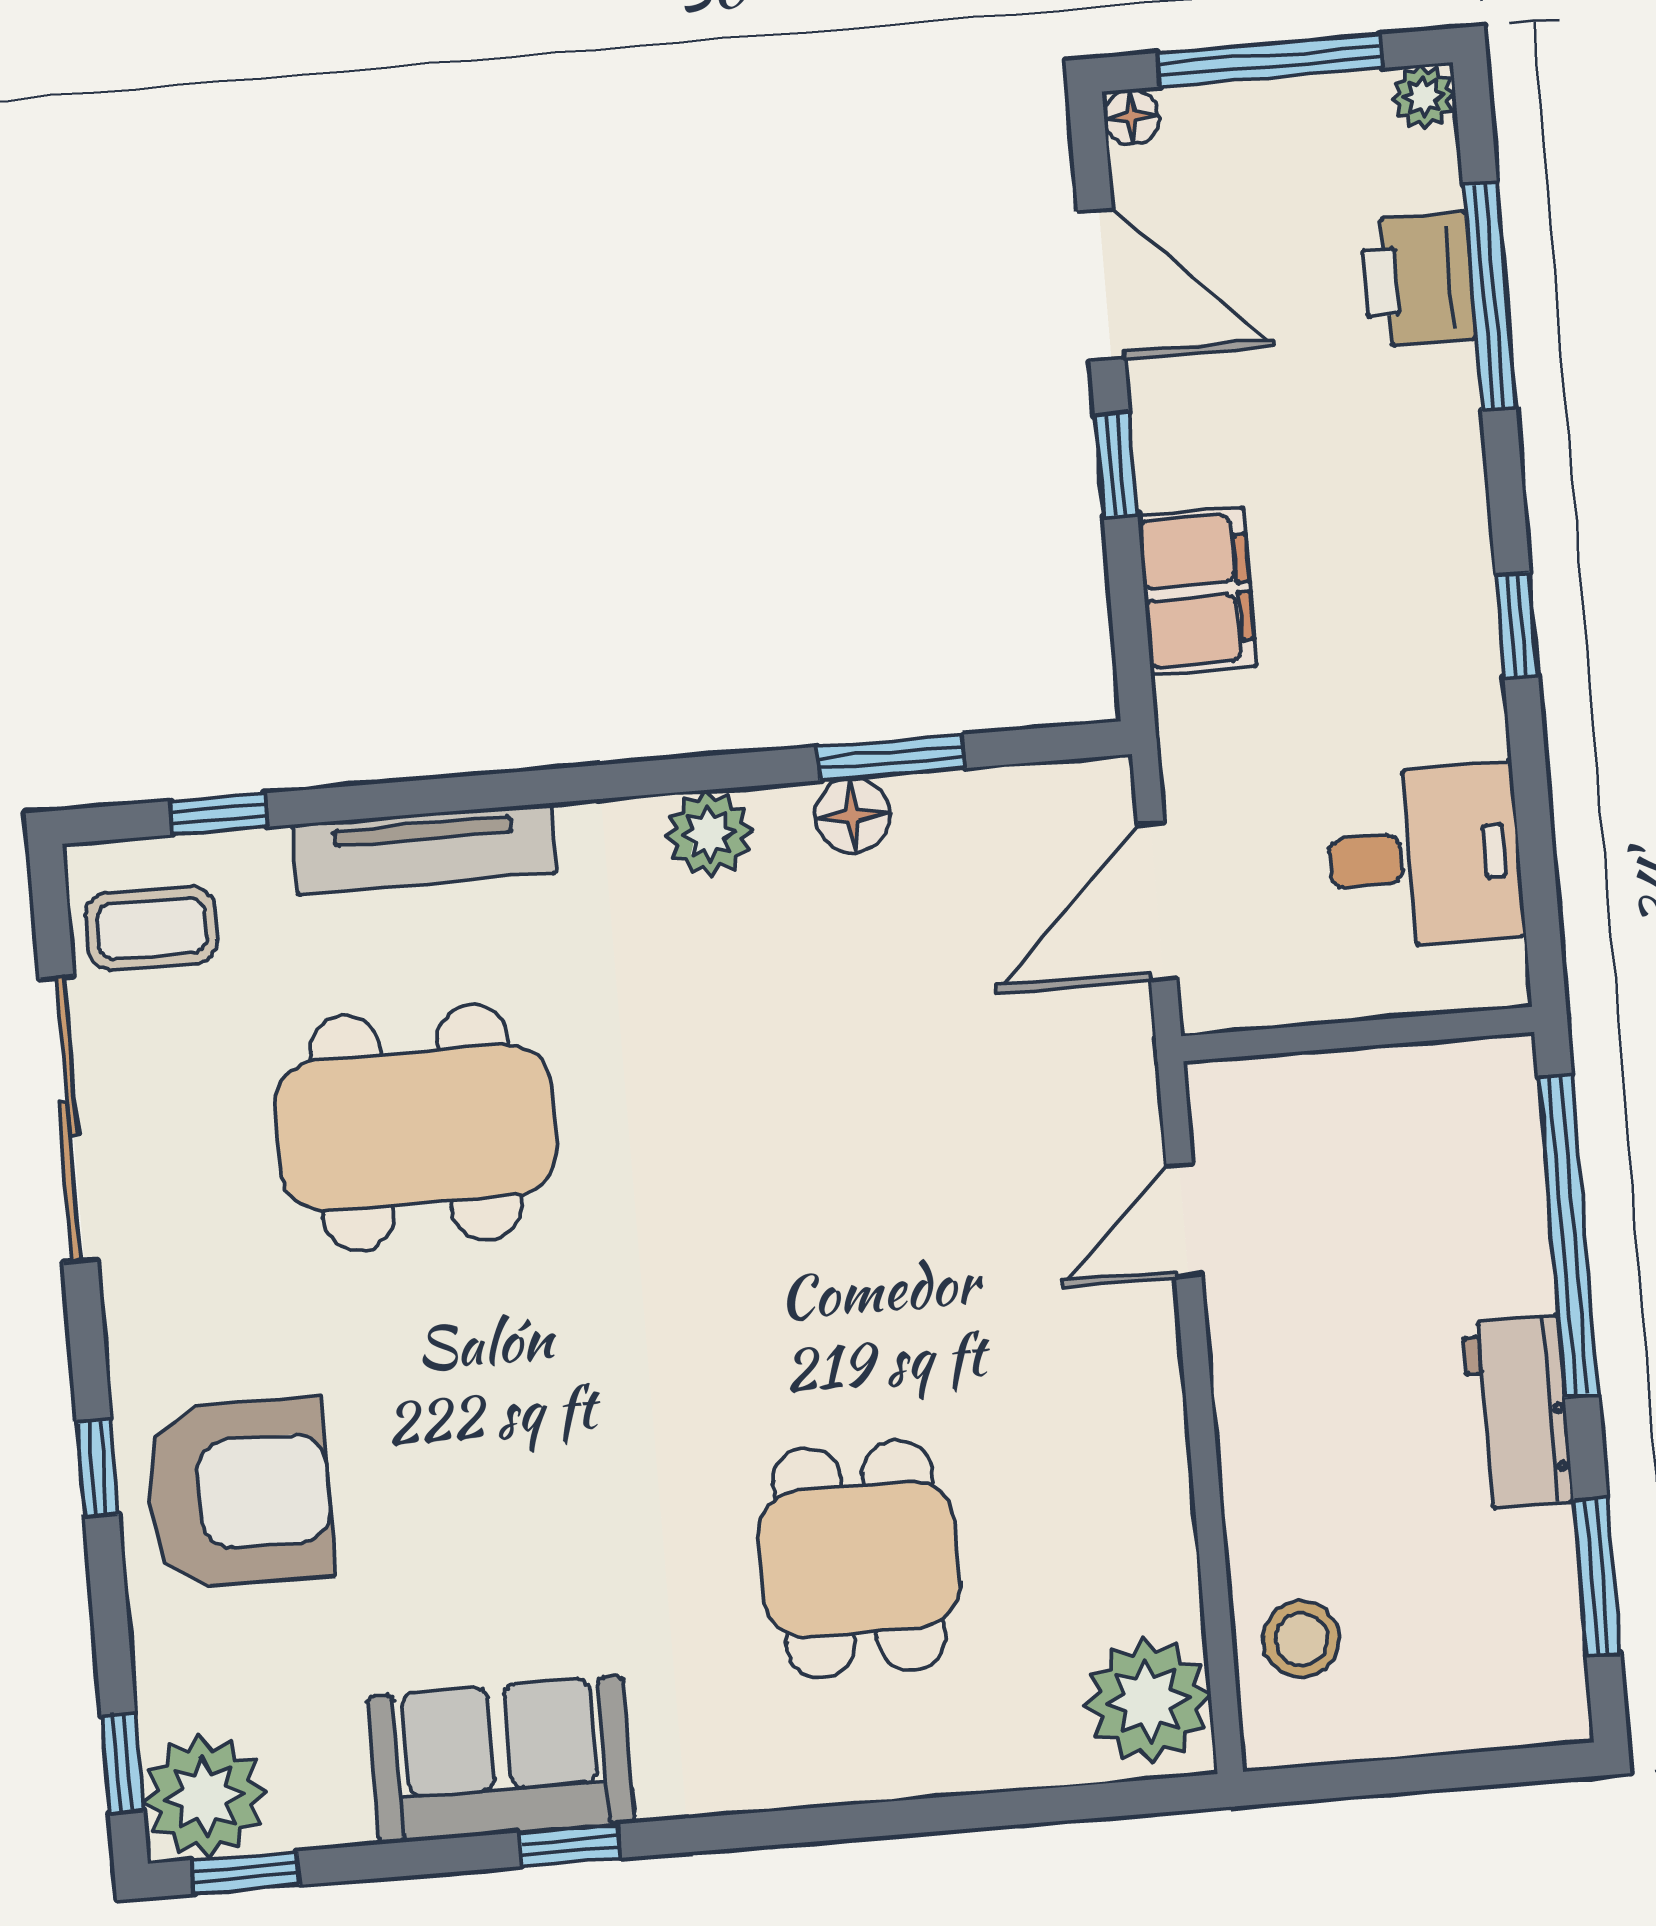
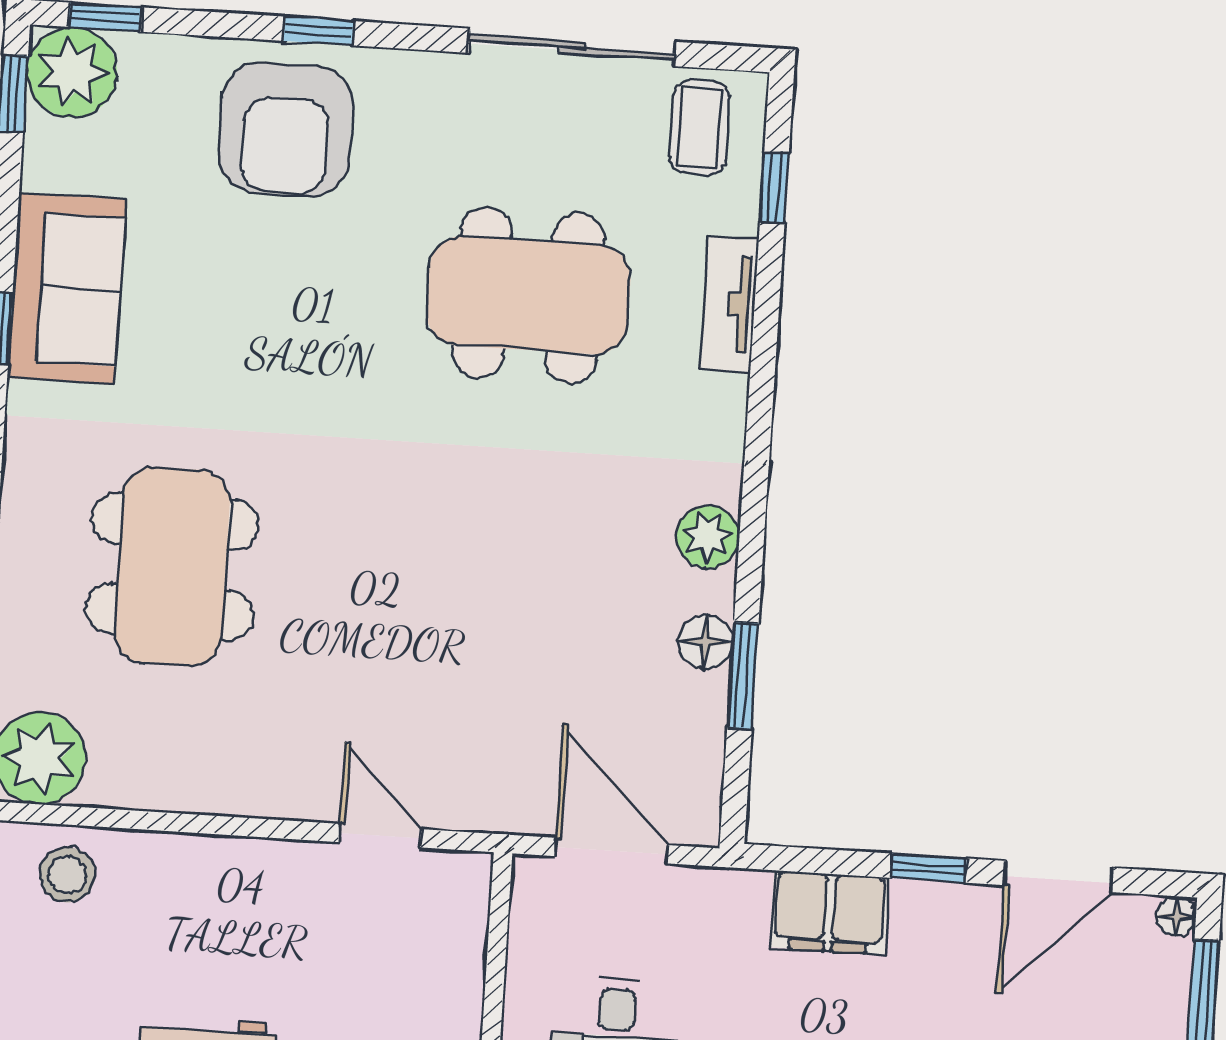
tv unit: (424, 849) -> (729, 304), width x0.71
dining table: (416, 1128) -> (528, 295), turned 90
dining table: (859, 1559) -> (172, 567), width x1.37

